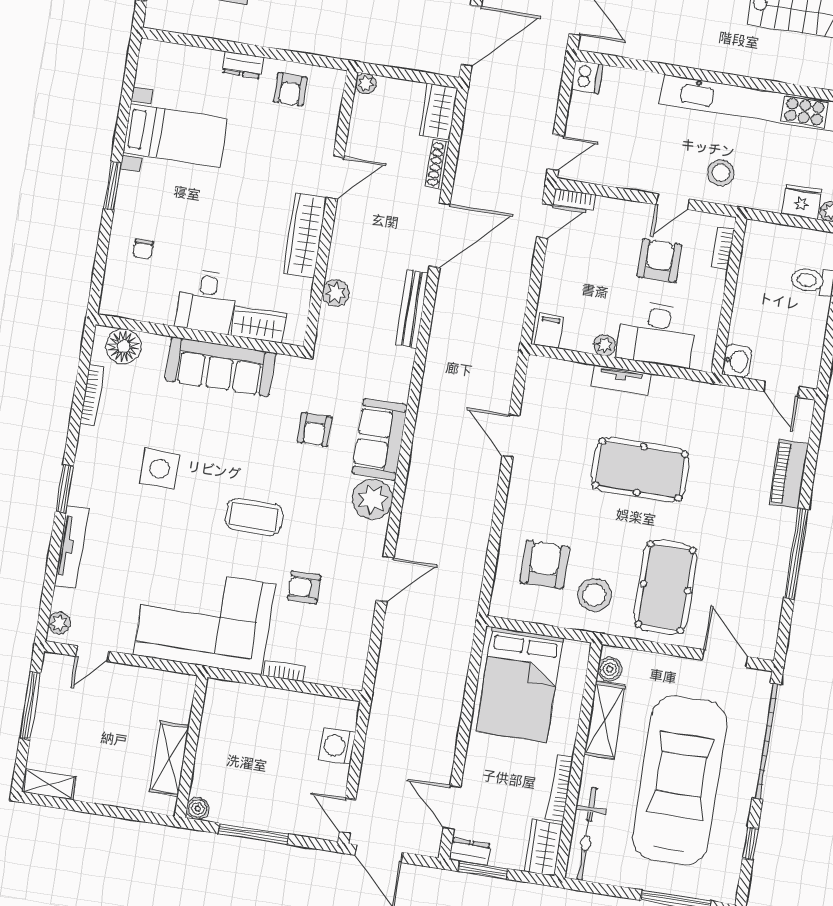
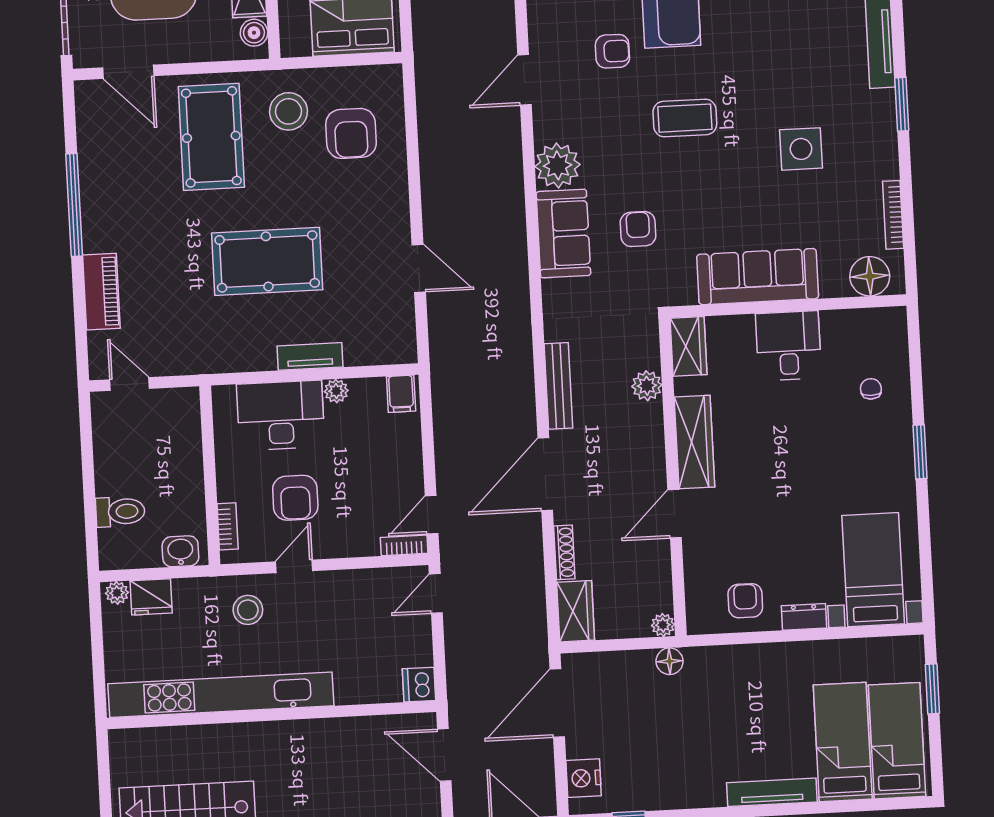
floor lamp: (367, 51) -> (670, 661), added
bed with nightstands: (175, 135) -> (873, 570), moved, turned 90
wardrobe: (259, 325) -> (688, 346), moved, turned -90
washbasin: (737, 361) -> (180, 551), moved, turned 90

